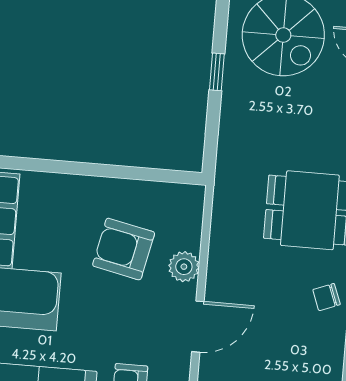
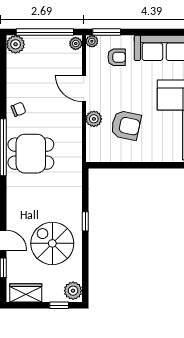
door: (198, 327) -> (84, 88), hinge flipped

